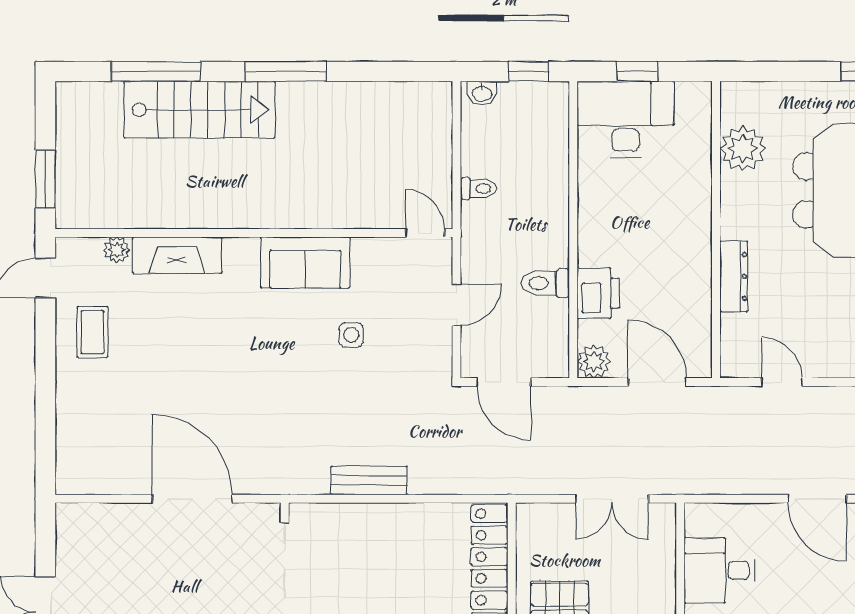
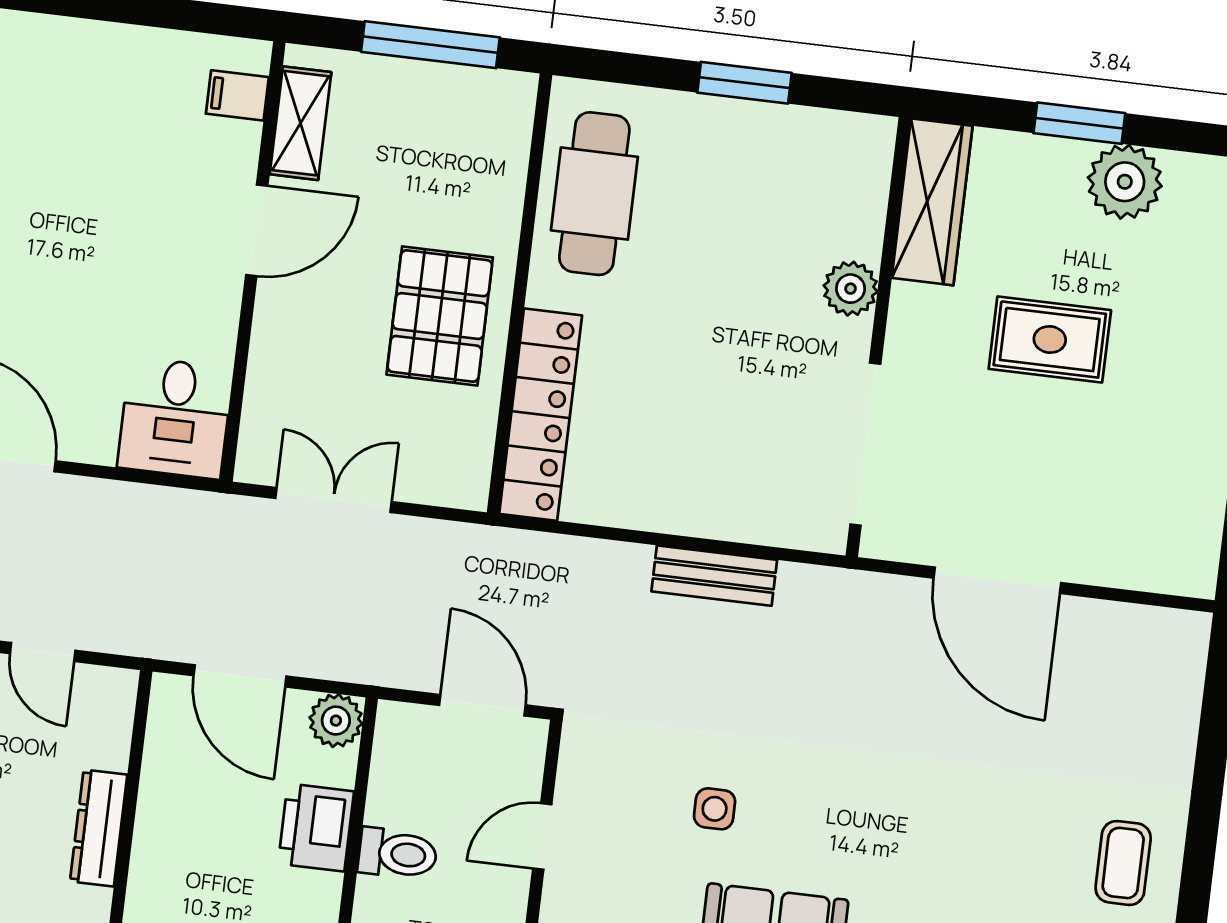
desk: (719, 570) -> (175, 418), moved, turned 90

